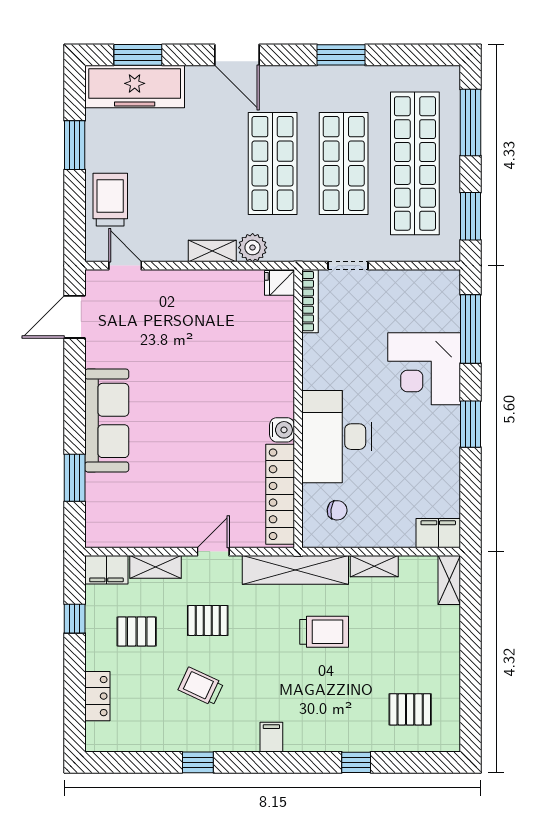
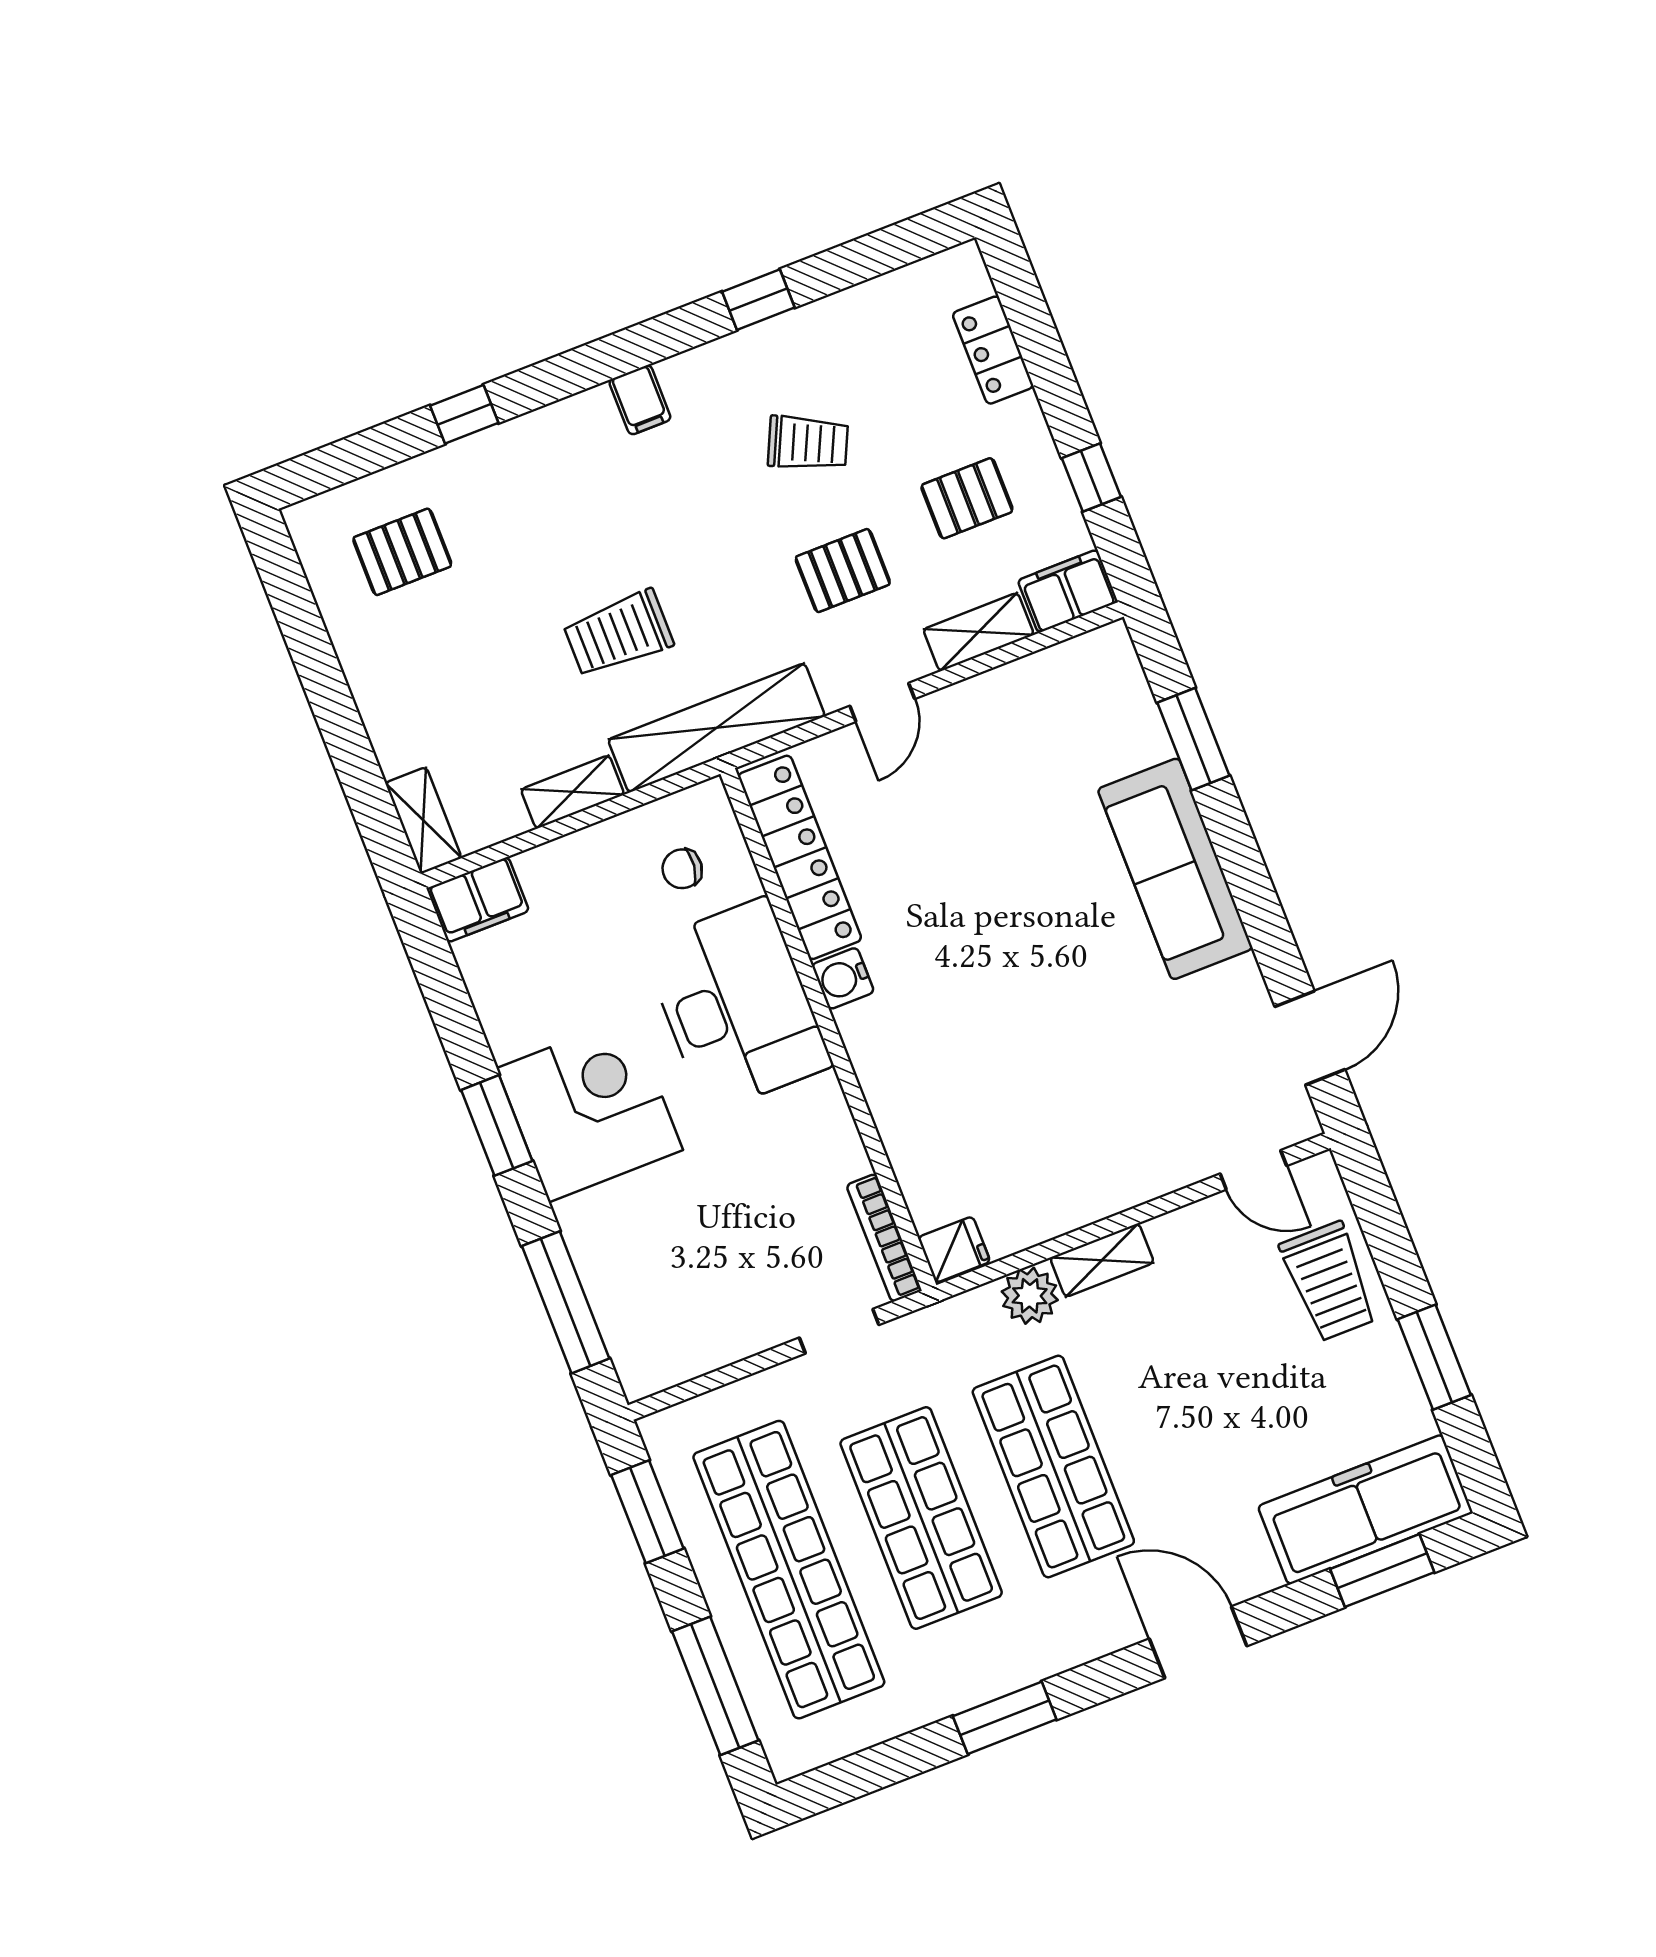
corner desk: (424, 369) -> (590, 1109), moved

